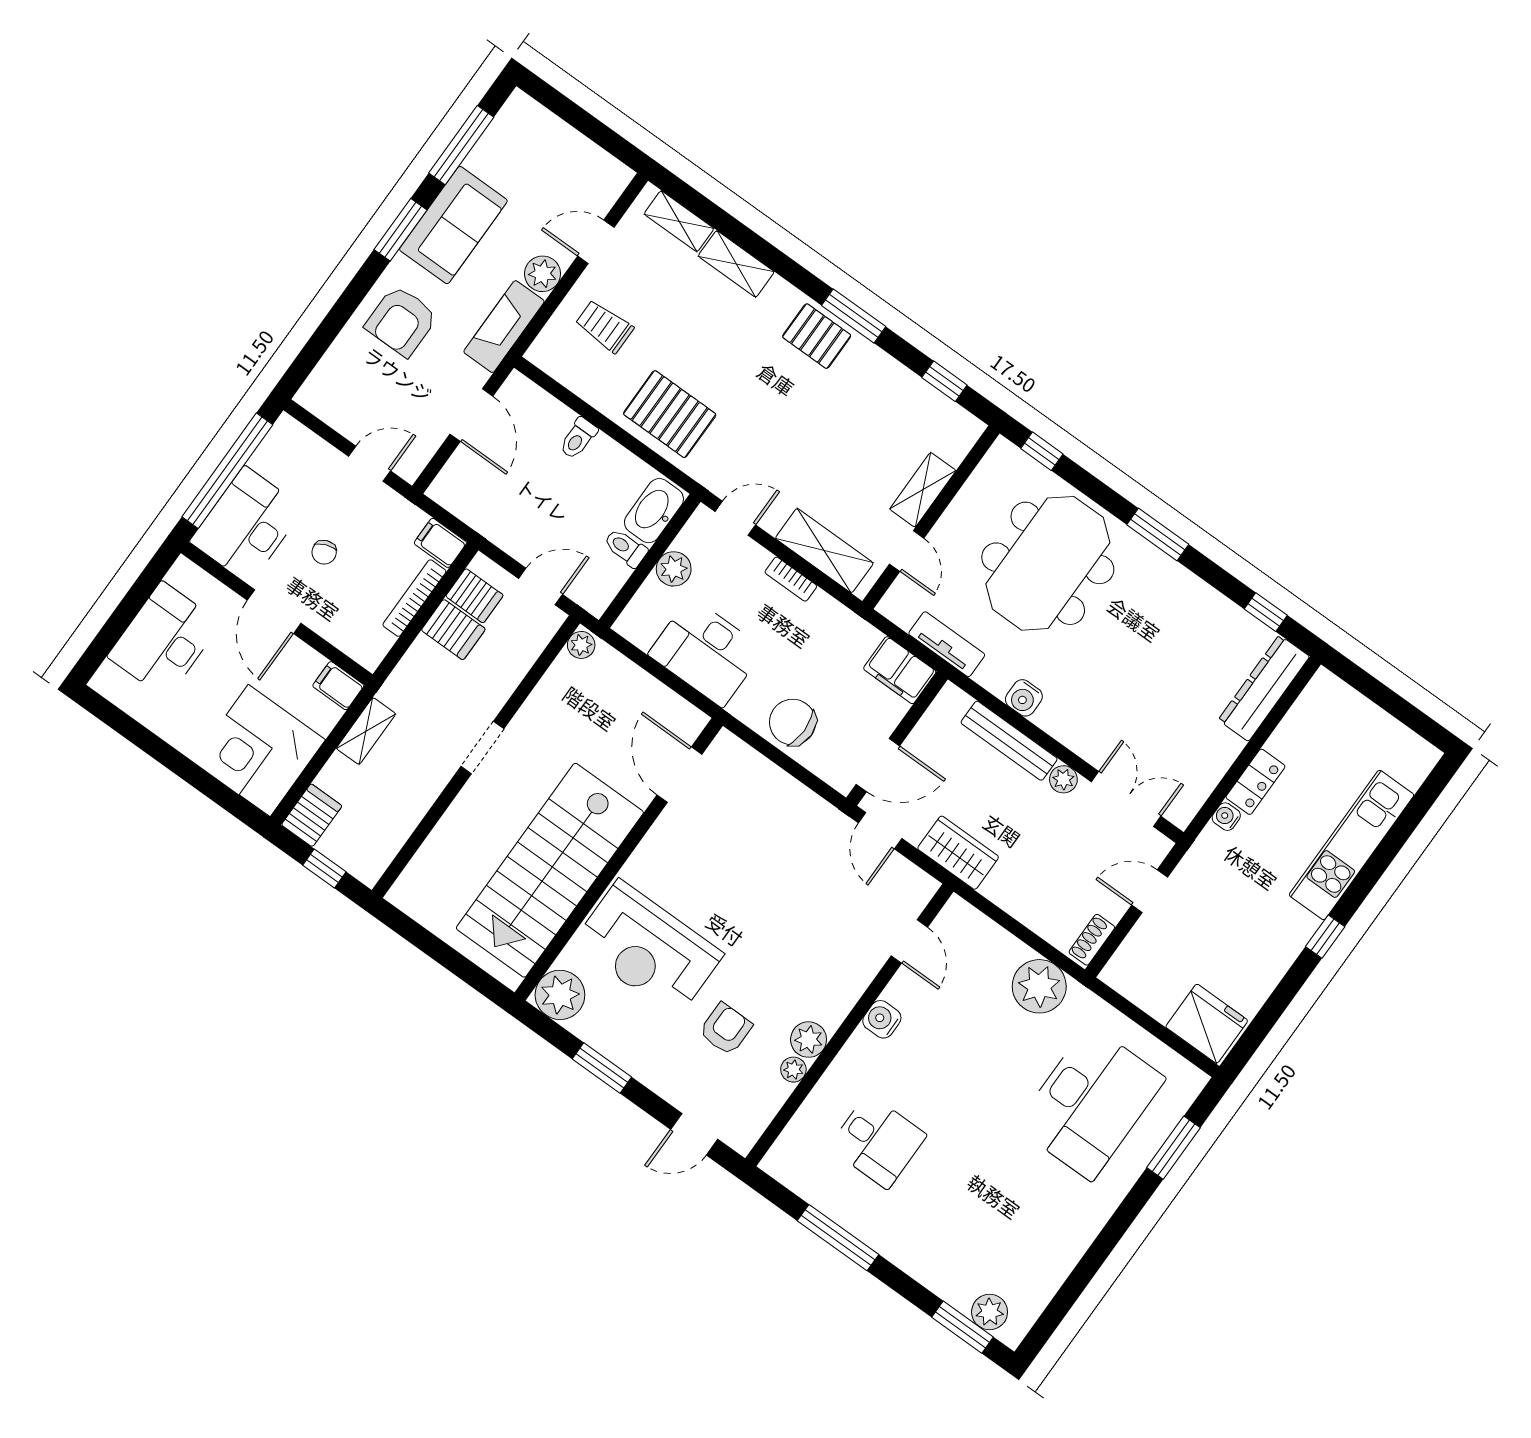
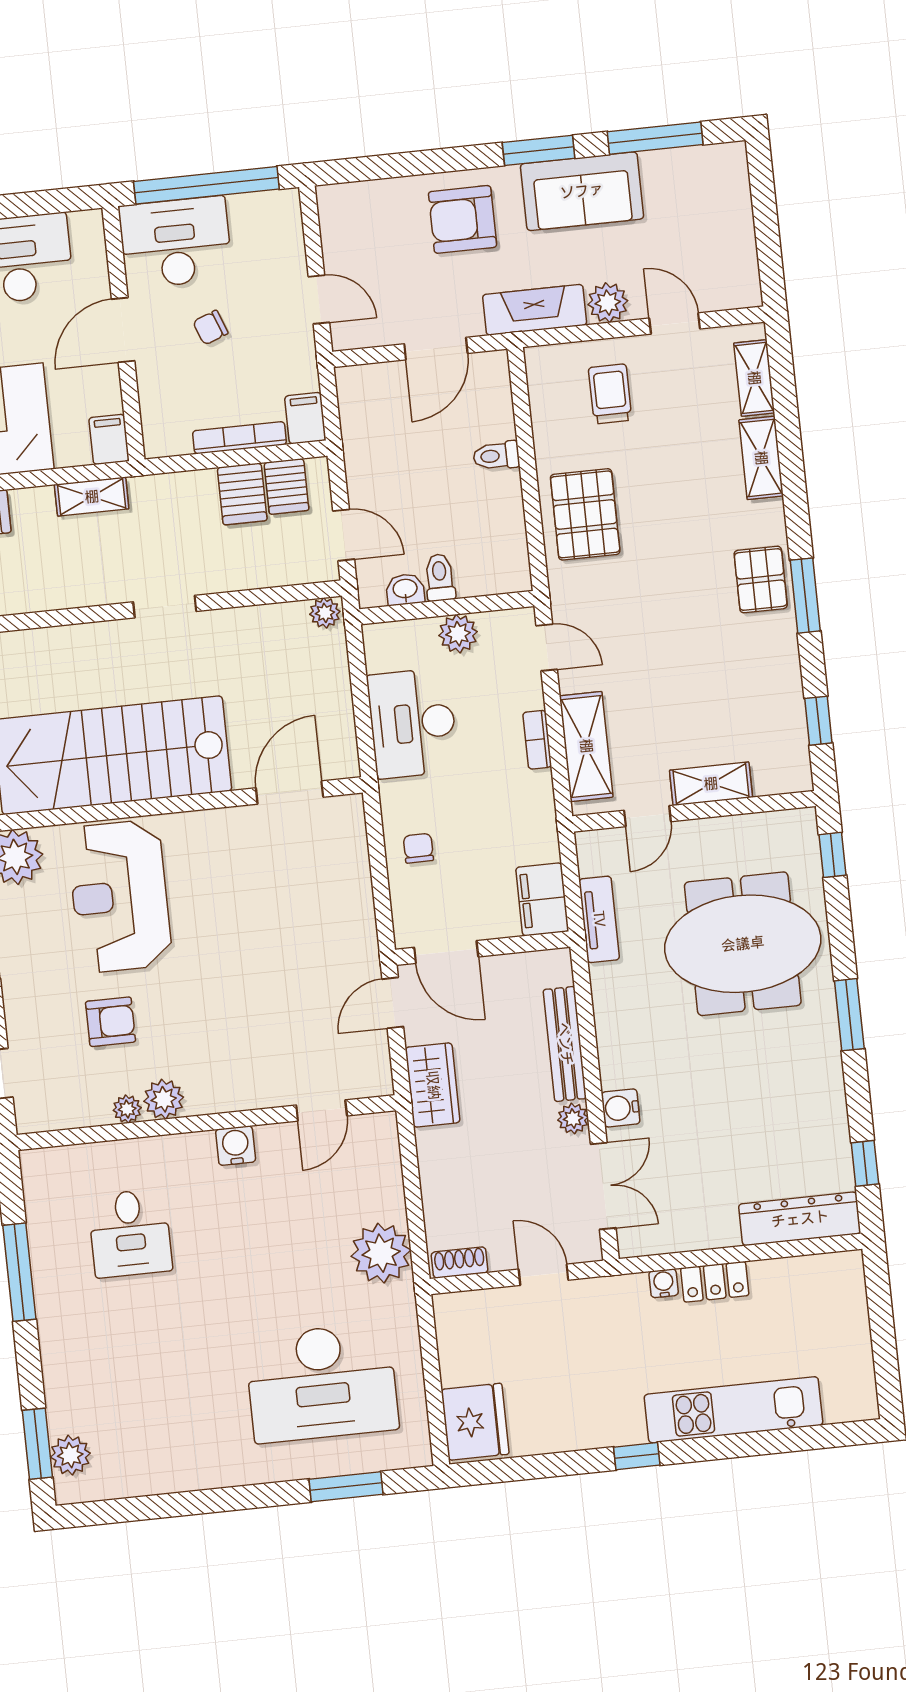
washbasin: (654, 511) -> (405, 589), moved, width x0.52, depth x0.69
water cooler: (1024, 698) -> (621, 1108), moved
chair: (793, 722) -> (418, 848), width x0.54, depth x0.54

